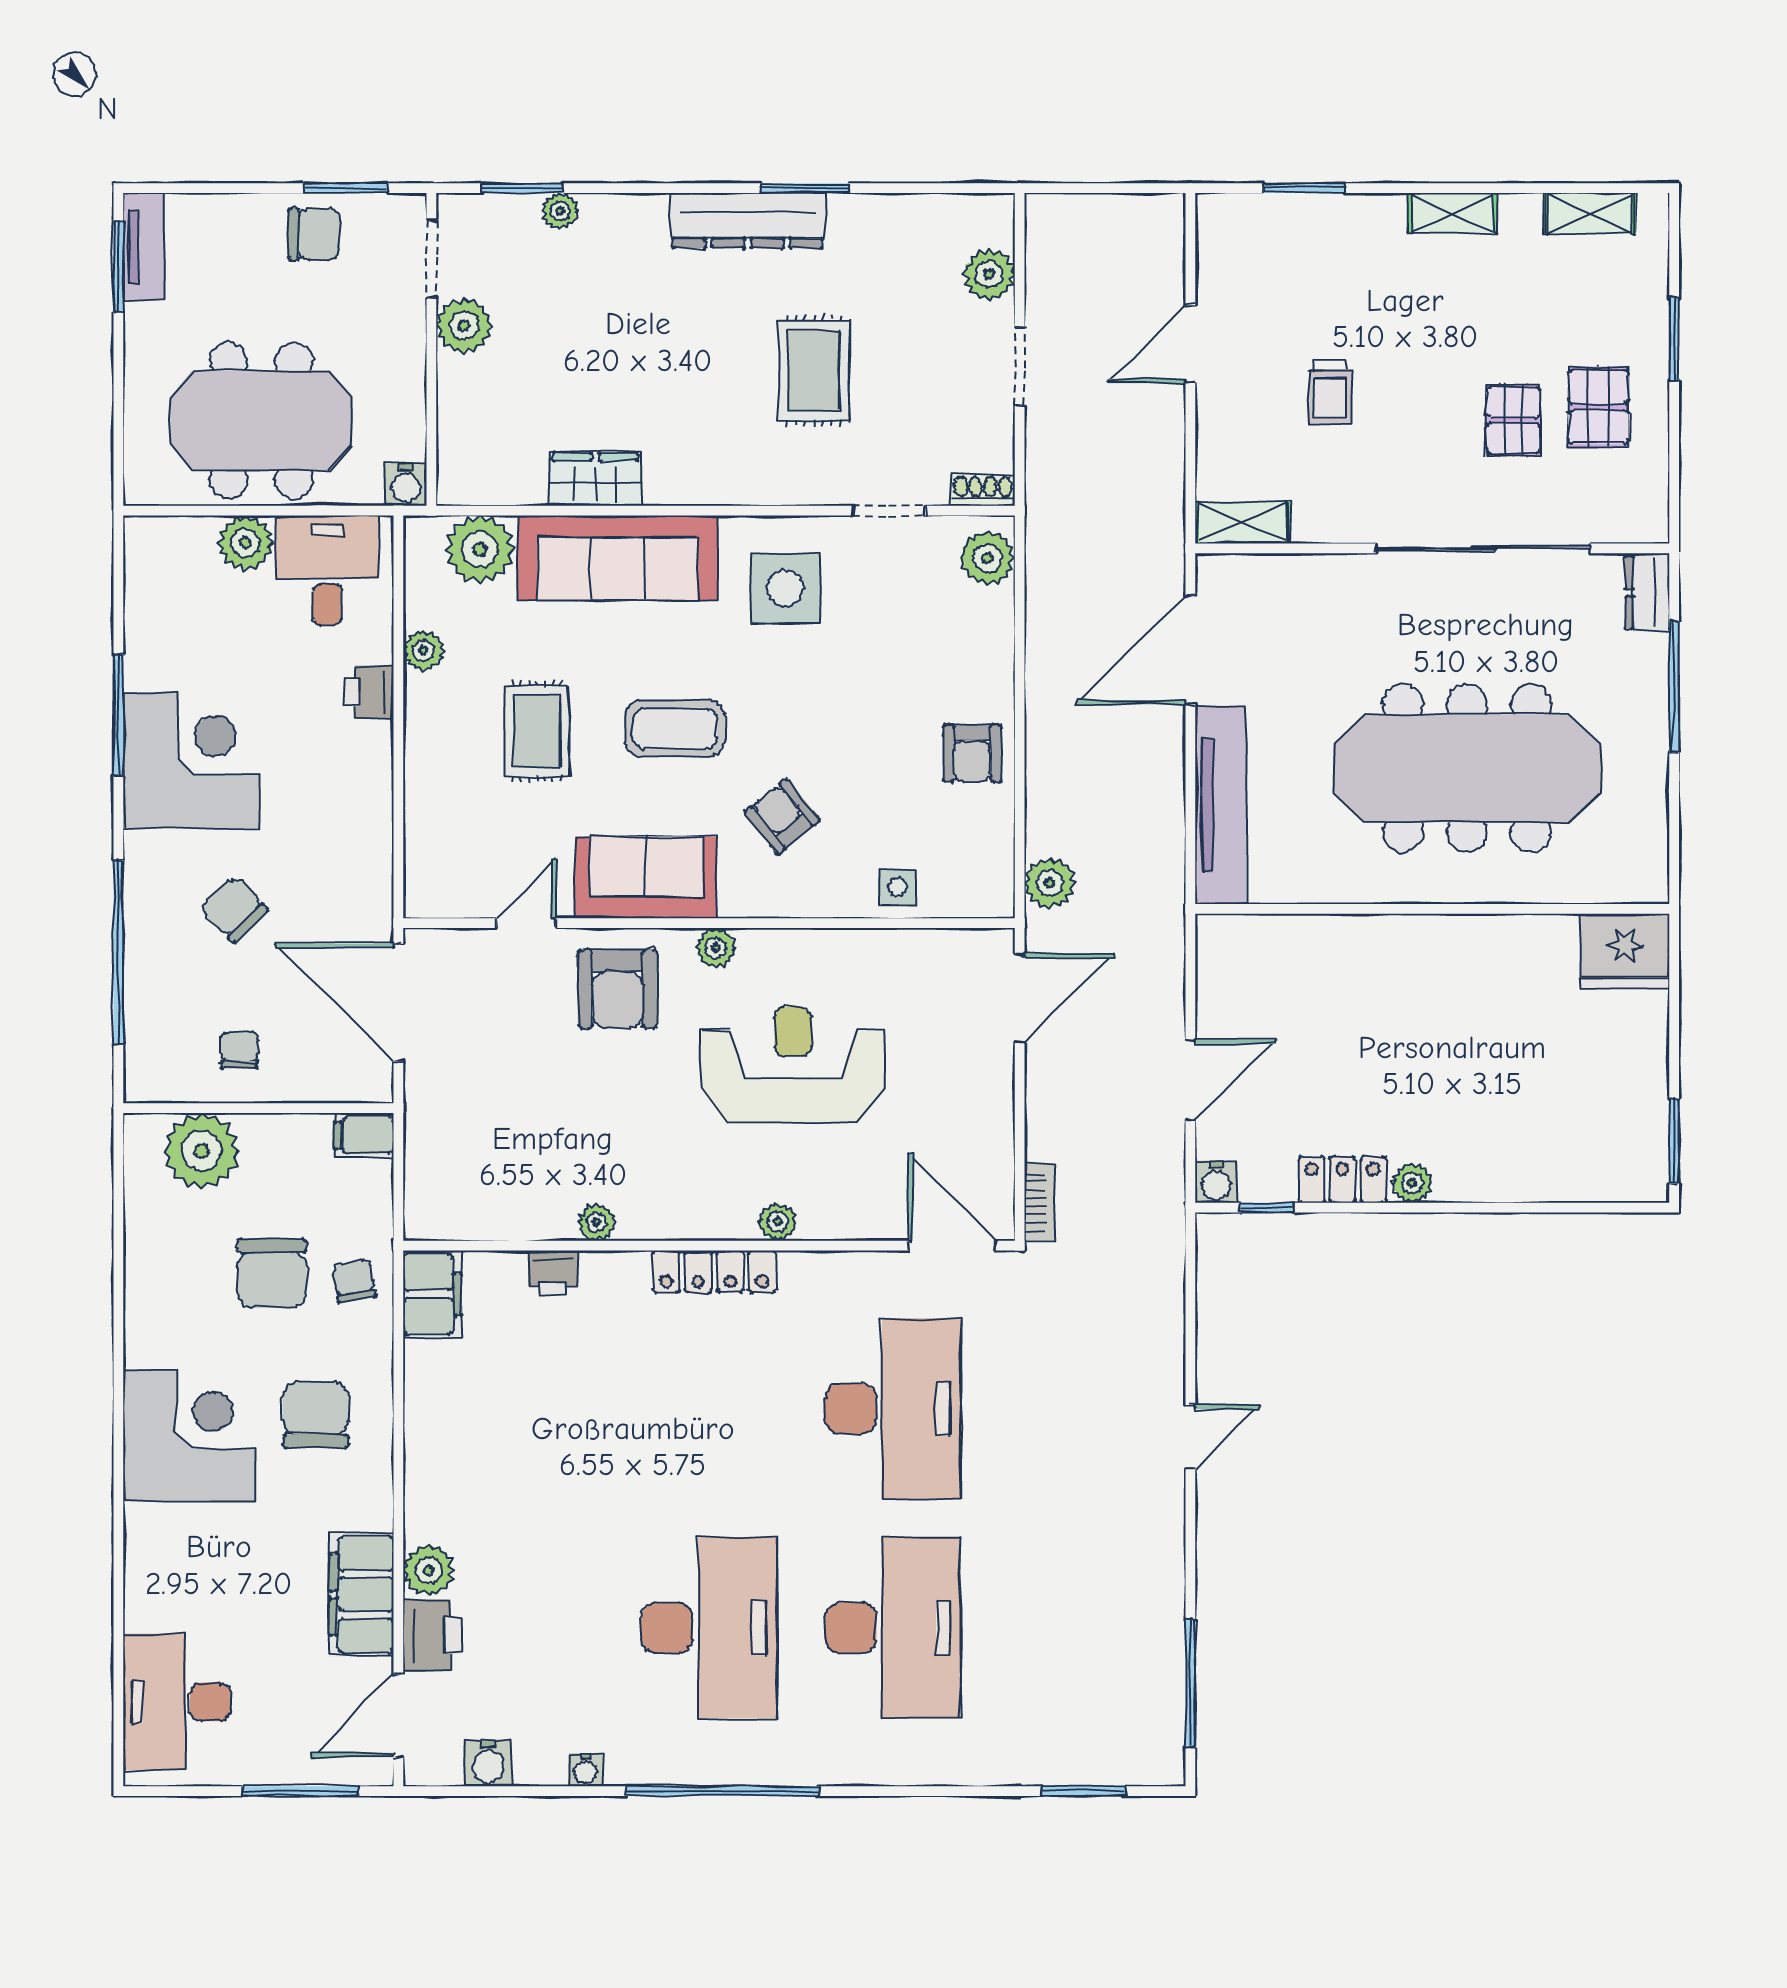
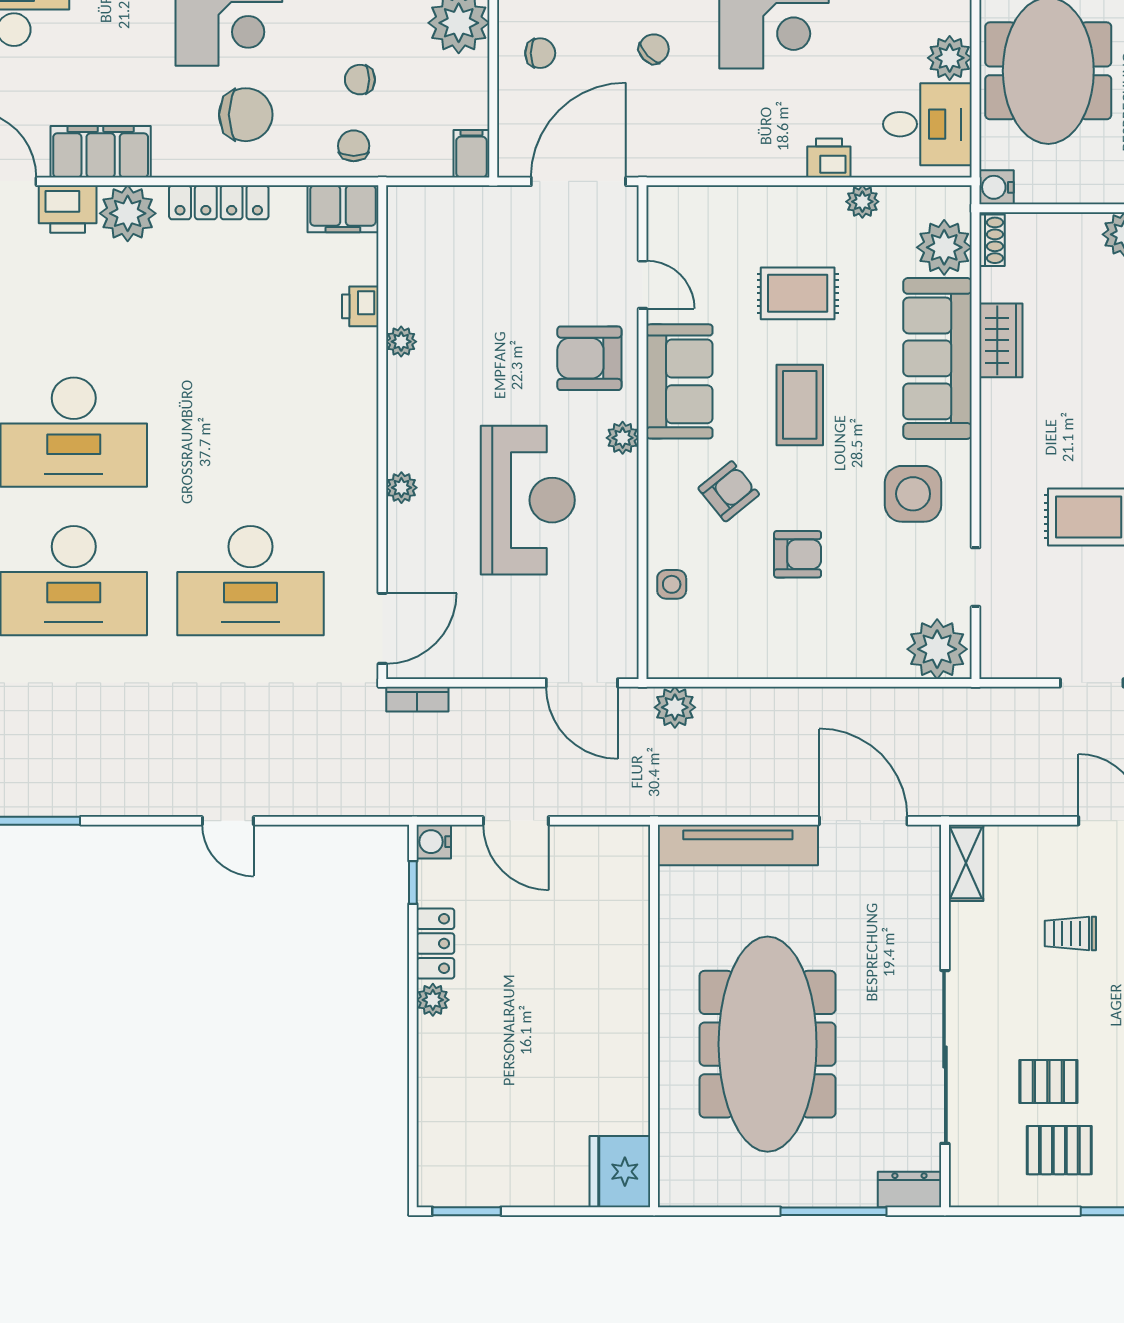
shoe rack: (983, 490) -> (992, 240), moved
plant: (988, 558) -> (937, 649), width x1.36, depth x1.36
armchair: (972, 753) -> (798, 554), moved, turned 180
chair: (234, 909) -> (654, 49), width x0.73, depth x0.73
locker: (714, 1272) -> (219, 202), moved, turned -90
chair: (272, 1273) -> (360, 80), width x0.54, depth x0.54
chair: (354, 1281) -> (354, 146), turned -80
plant: (429, 1570) -> (128, 213), width x1.36, depth x1.36

